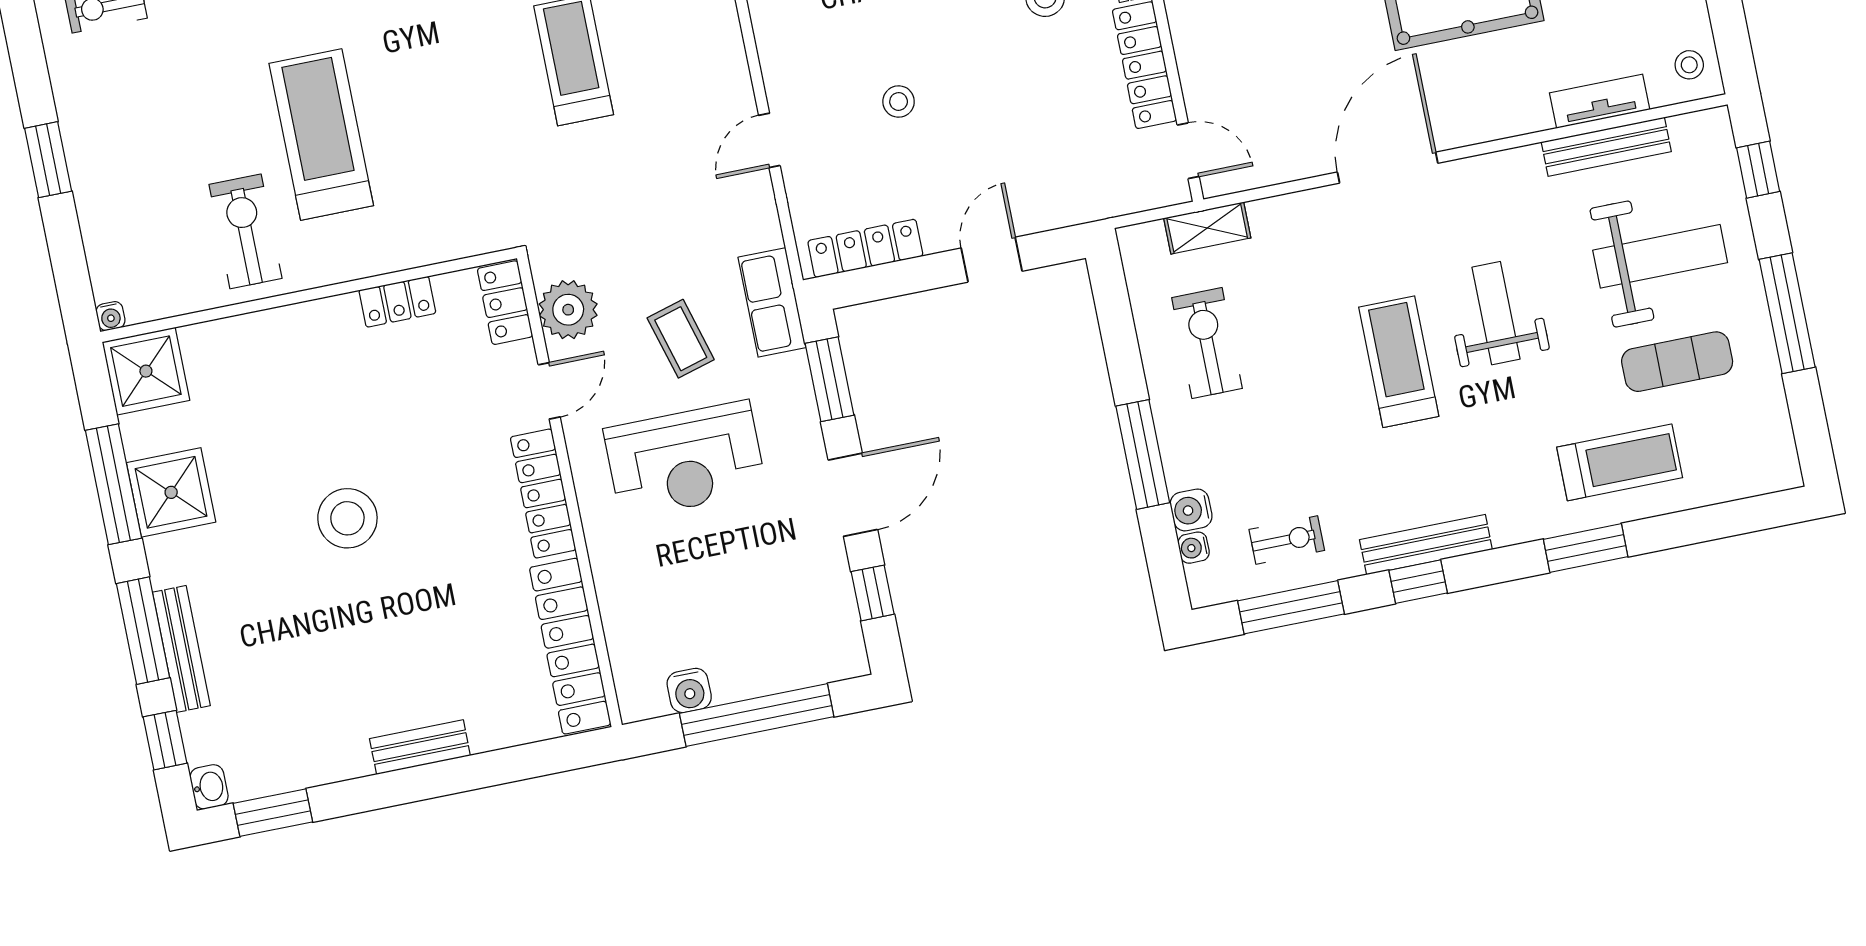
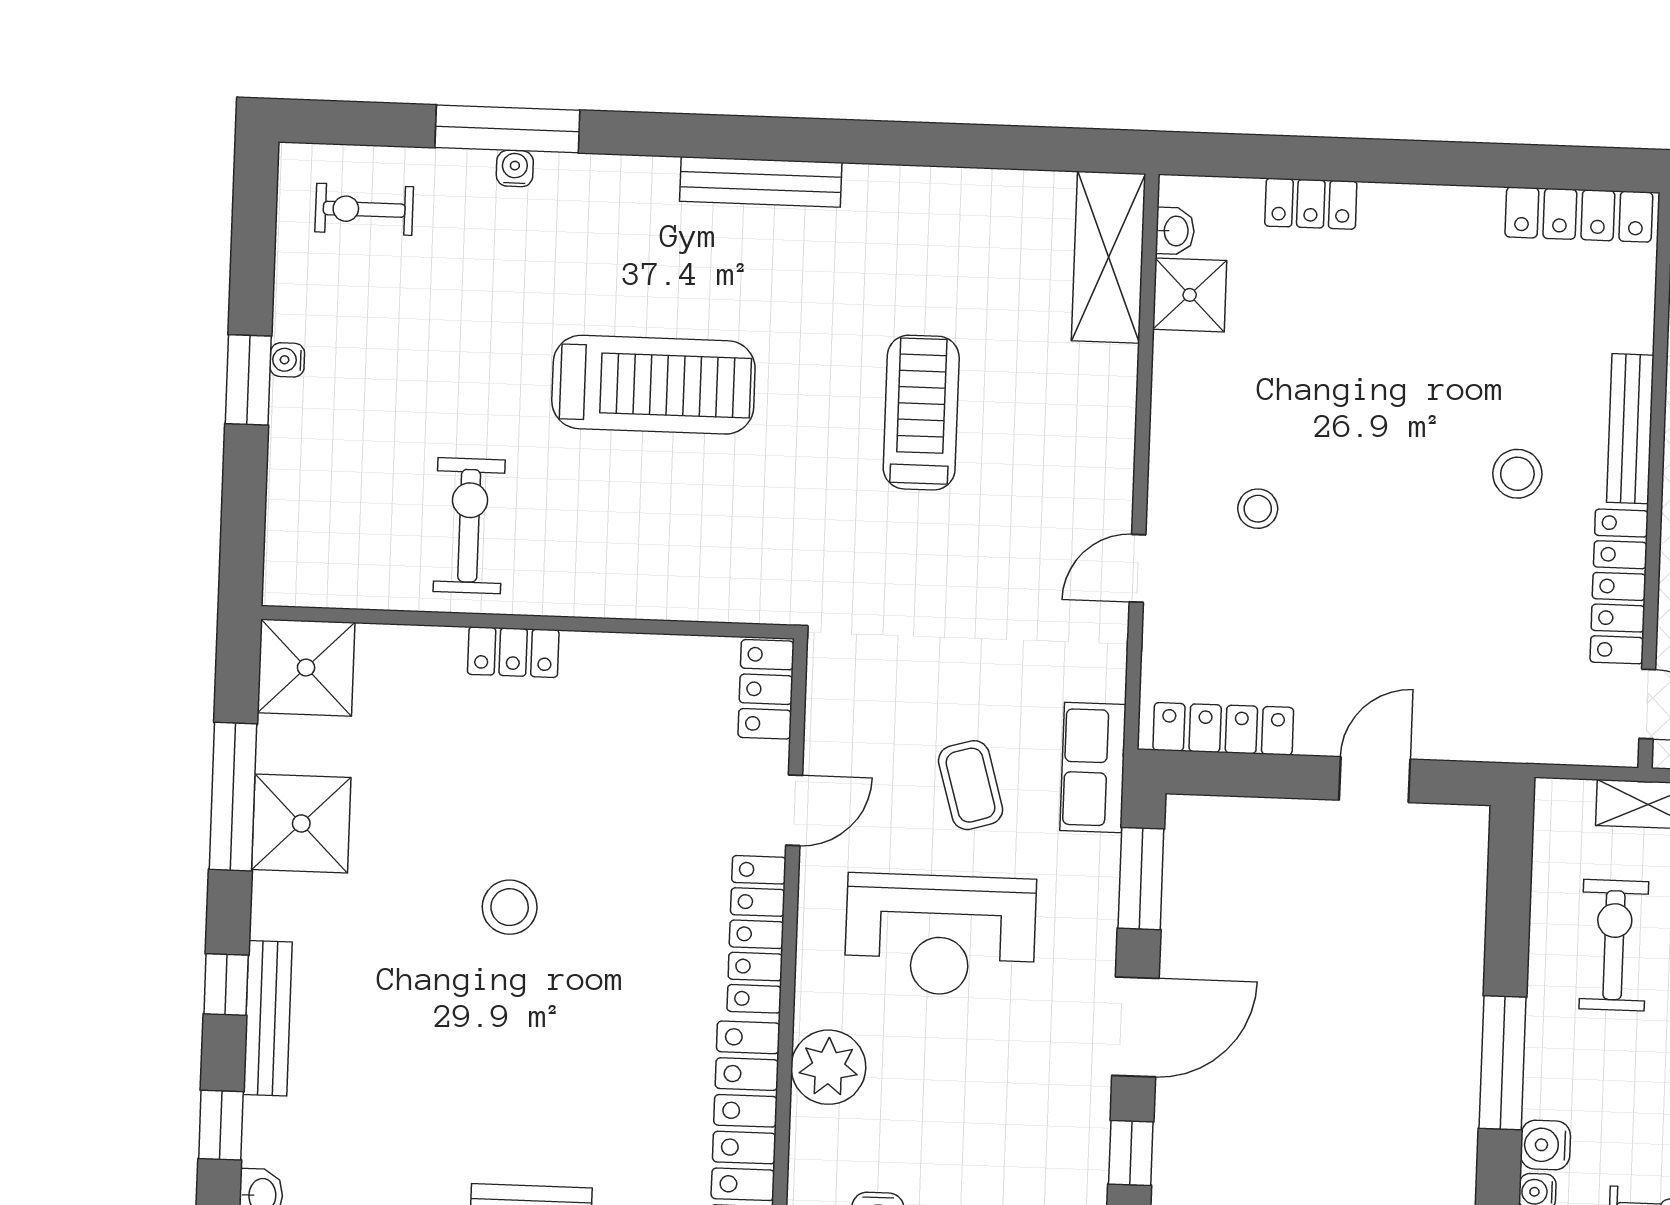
stool: (899, 102) -> (1258, 509), moved
treadmill: (321, 135) -> (653, 385), moved, turned 90
locker: (397, 302) -> (513, 652), moved
plant: (568, 310) -> (828, 1067), moved
water cooler: (110, 316) -> (287, 360), moved, turned 90
stool: (347, 518) -> (510, 907), width x0.73, depth x0.73
window: (143, 631) -> (226, 985), width x0.46

